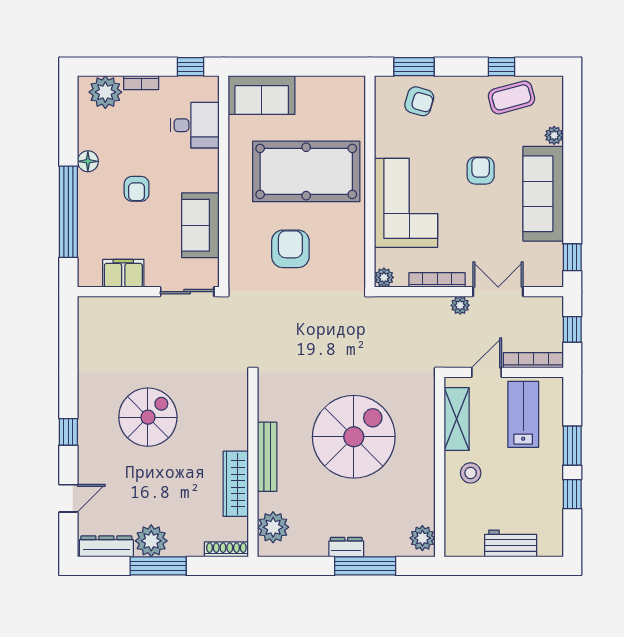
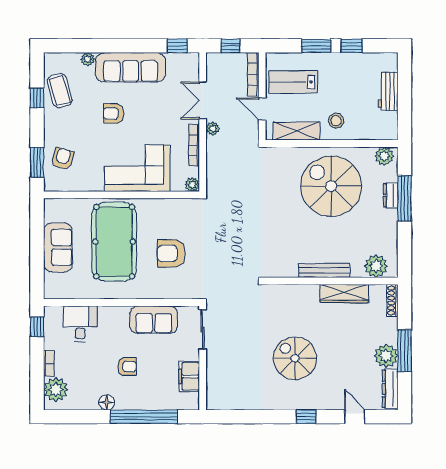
sofa: (262, 95) -> (58, 247), moved
spiral stairs: (354, 437) -> (331, 186), moved
dresser: (346, 547) -> (391, 195), moved

